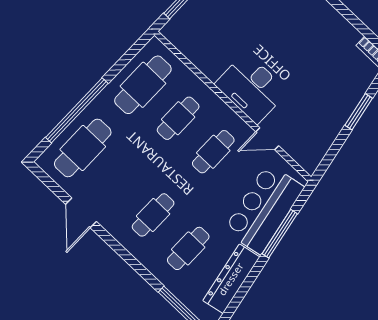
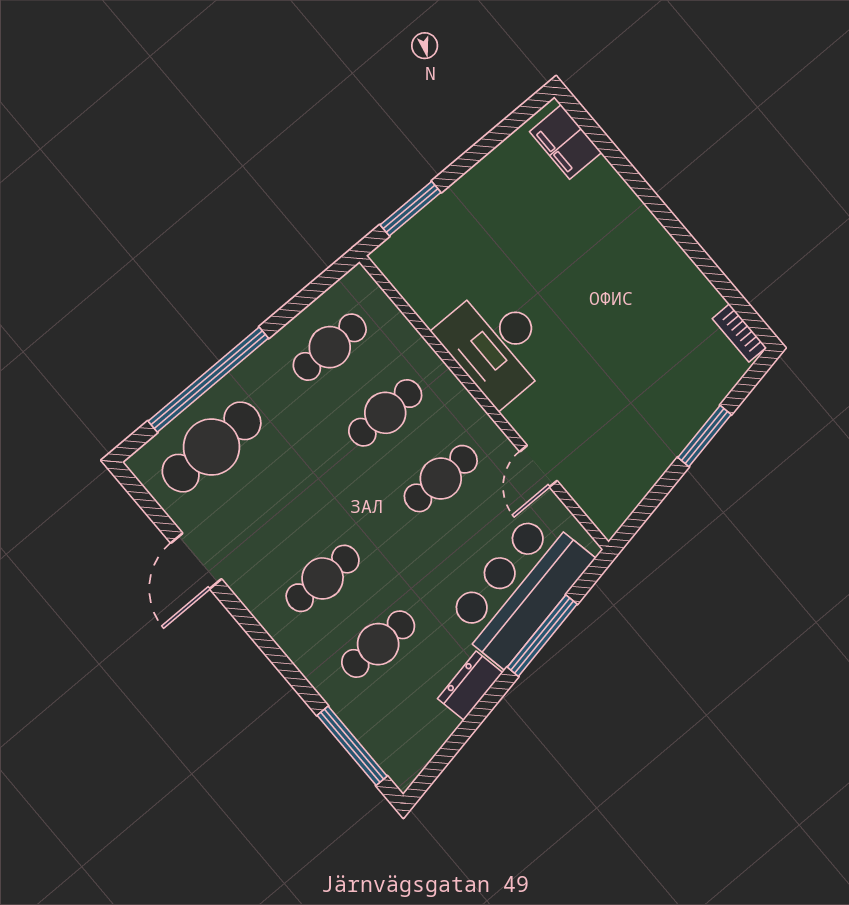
cafe table: (143, 85) -> (330, 347), width x0.73, depth x0.74
desk: (251, 88) -> (496, 345), moved
door: (267, 139) -> (538, 466), hinge flipped
dresser: (231, 279) -> (470, 686), width x0.51, depth x0.80

